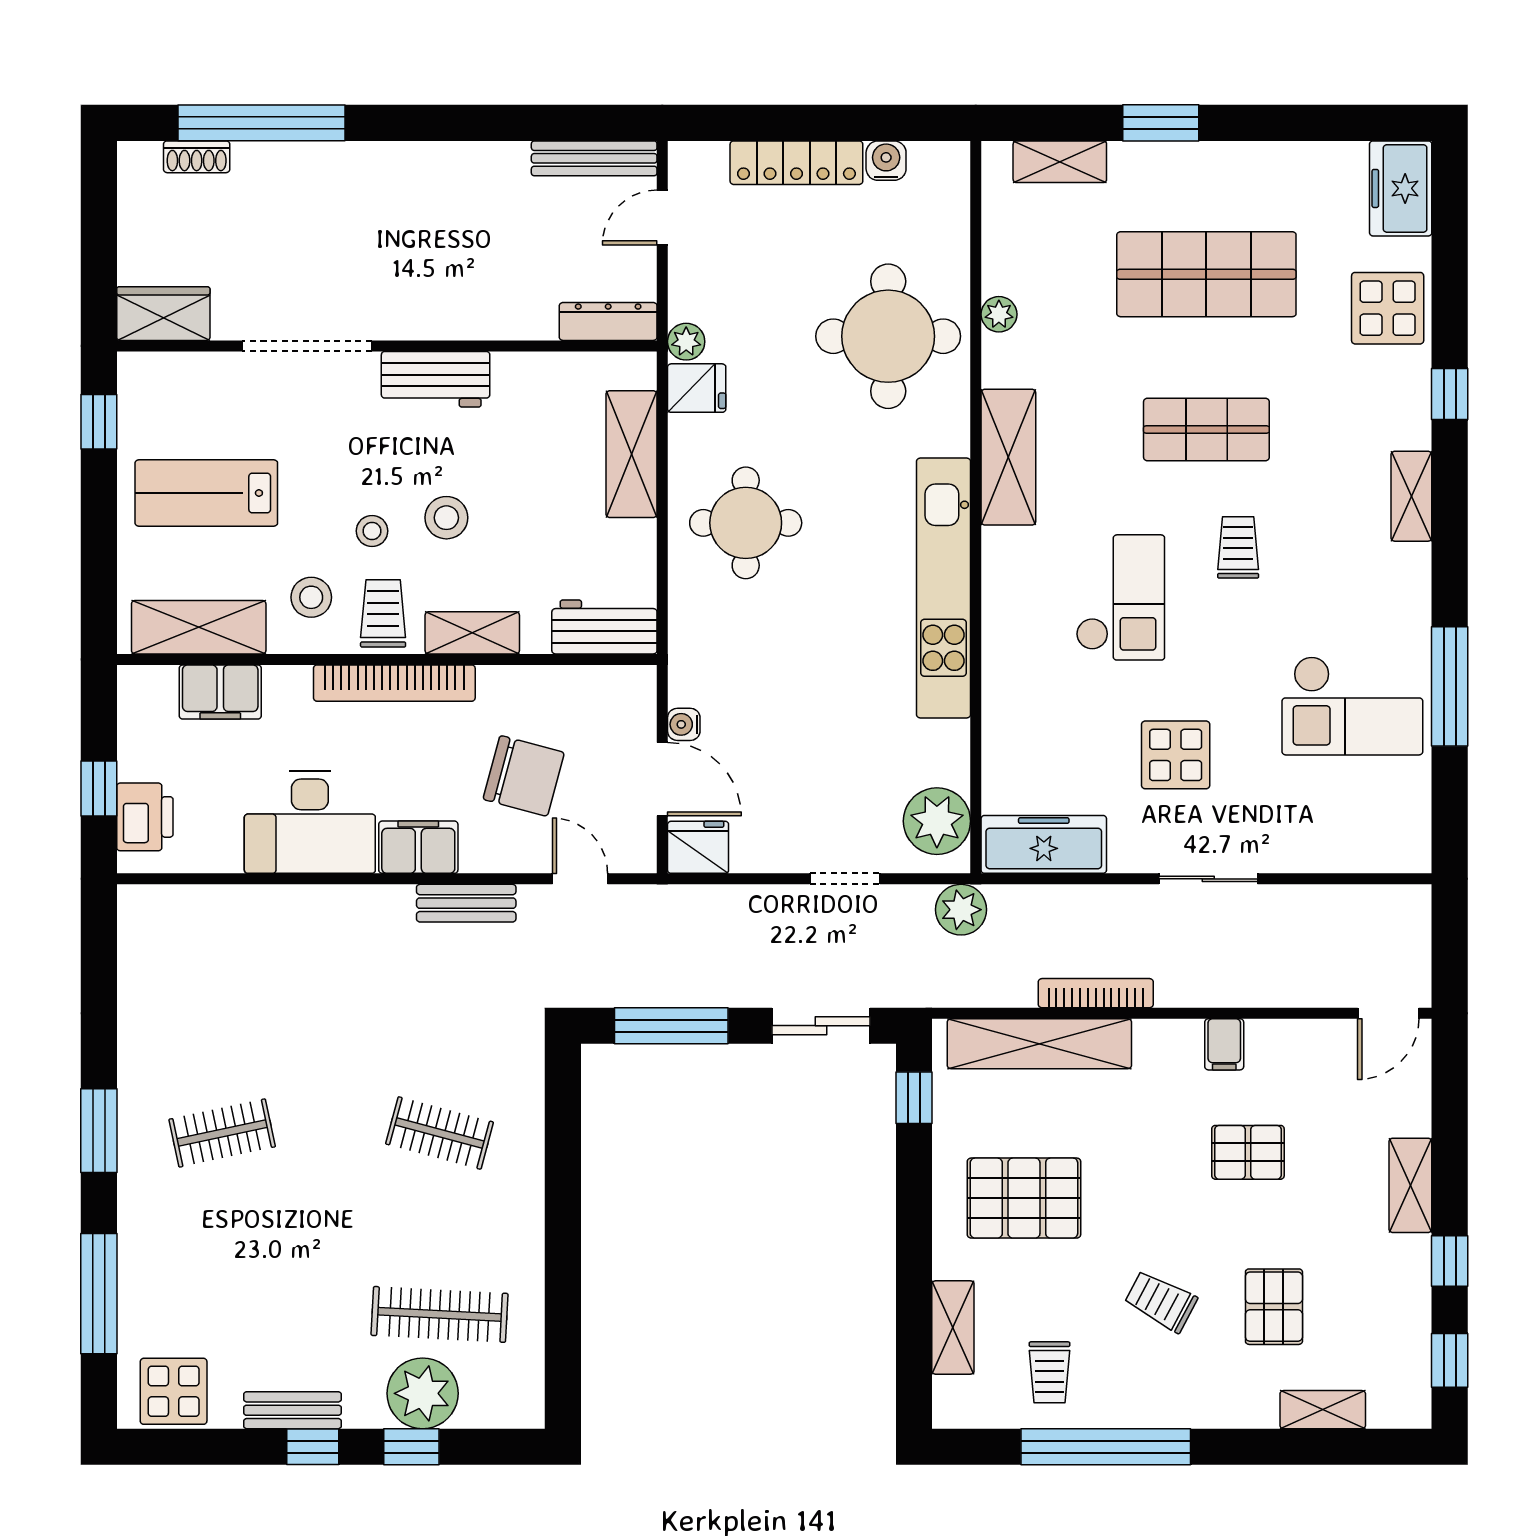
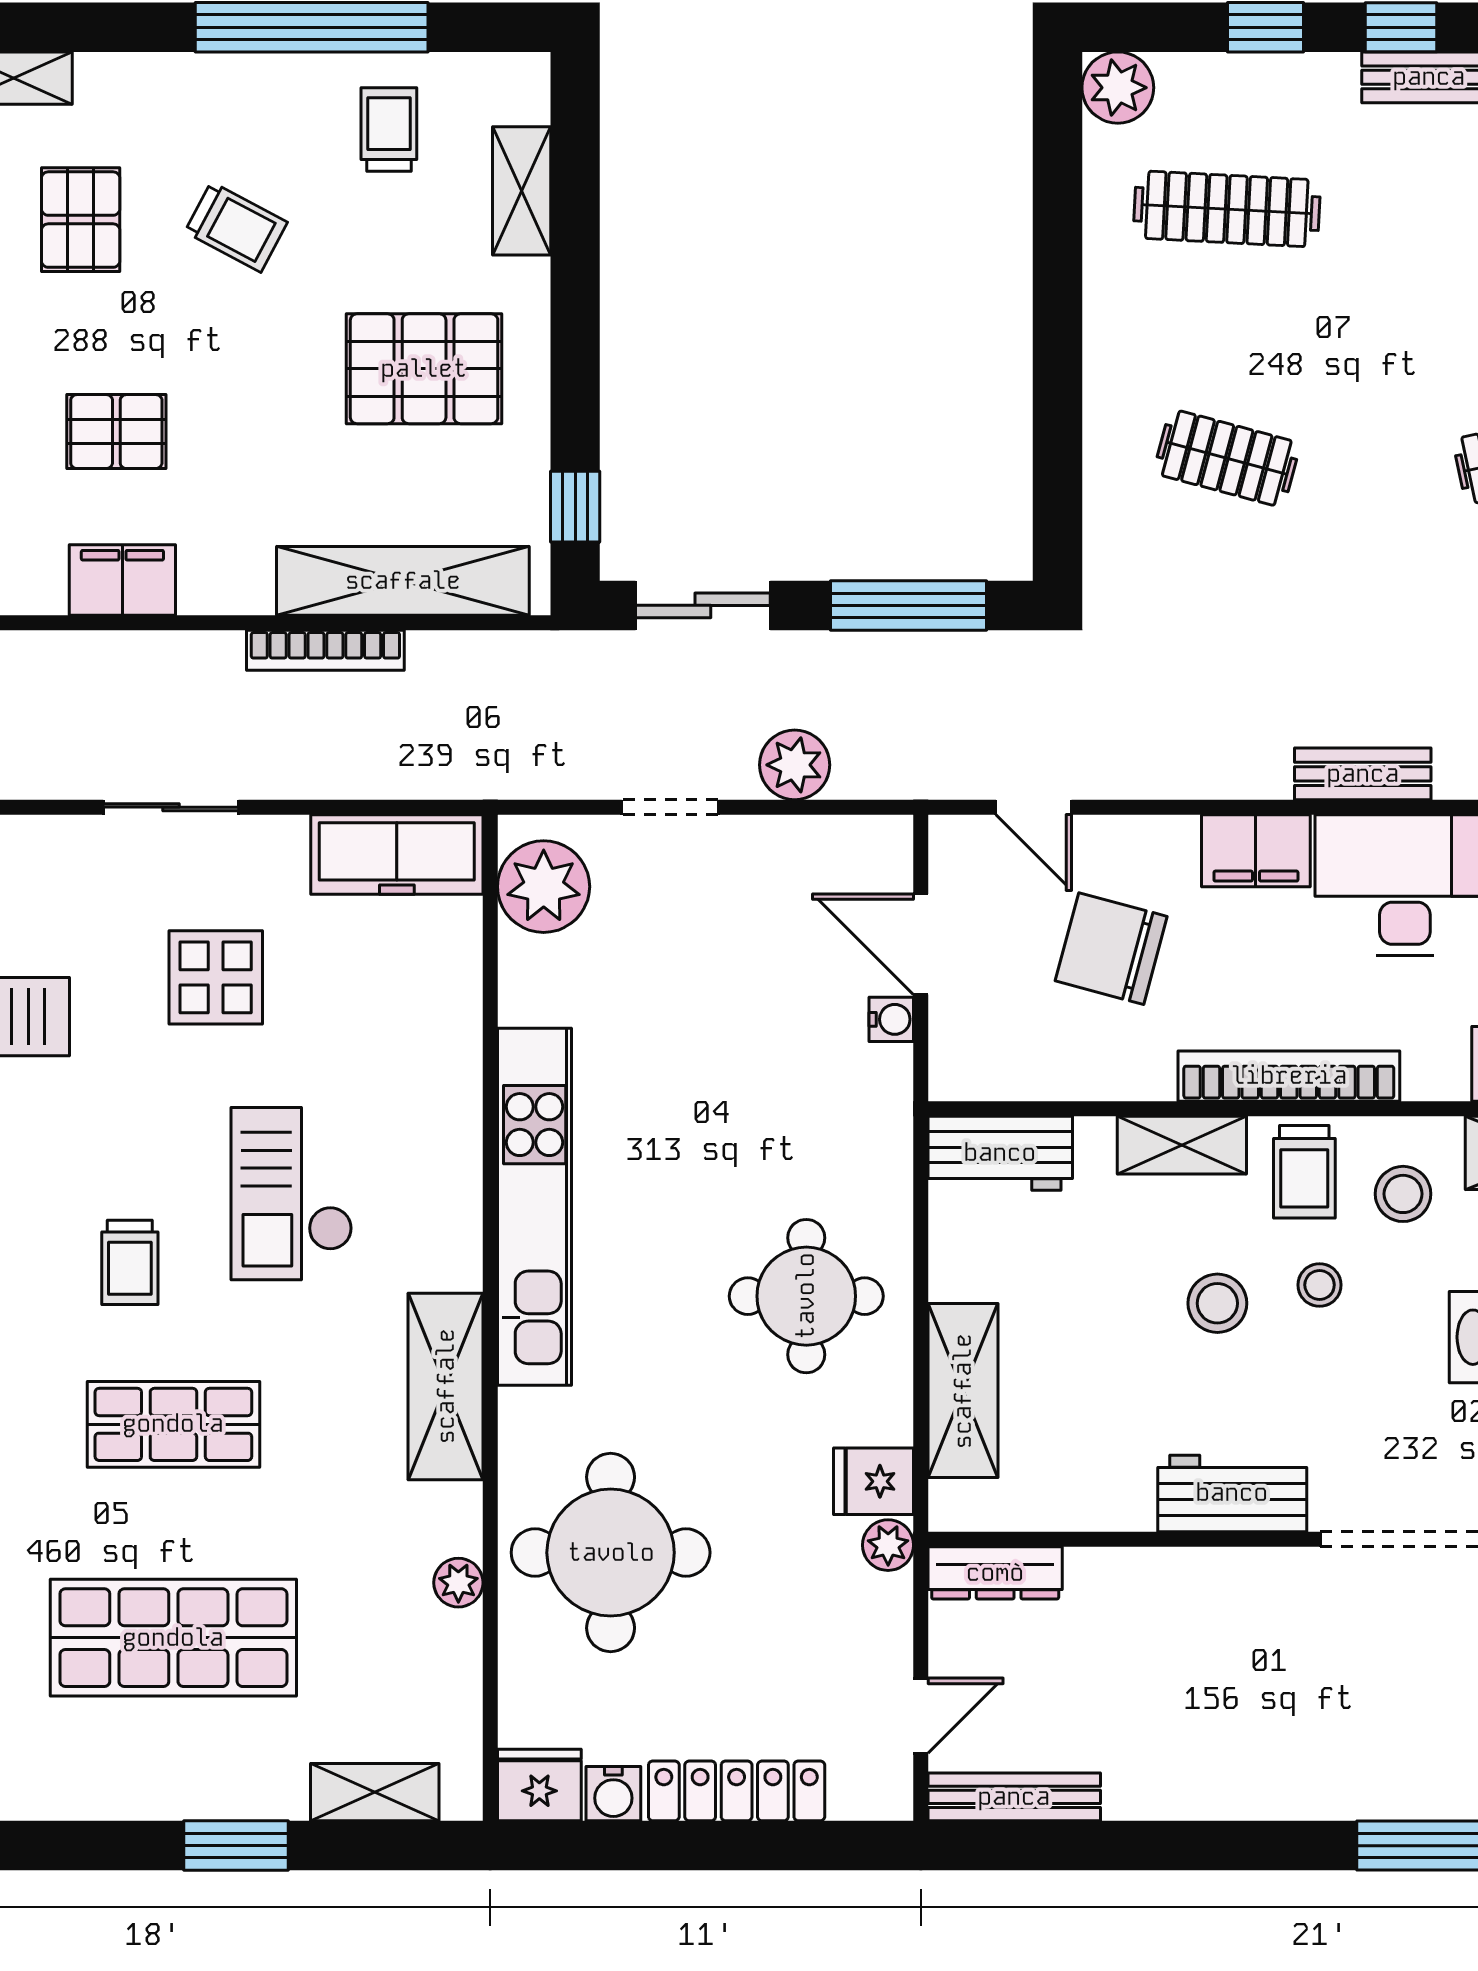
fridge: (698, 847) -> (539, 1785), moved, turned 180
bench: (466, 903) -> (1363, 774), moved
plant: (961, 910) -> (795, 765), moved
filing cabinet: (1224, 1044) -> (122, 580), width x2.00
plant: (423, 1393) -> (1118, 88), moved, width x0.73, depth x0.73

